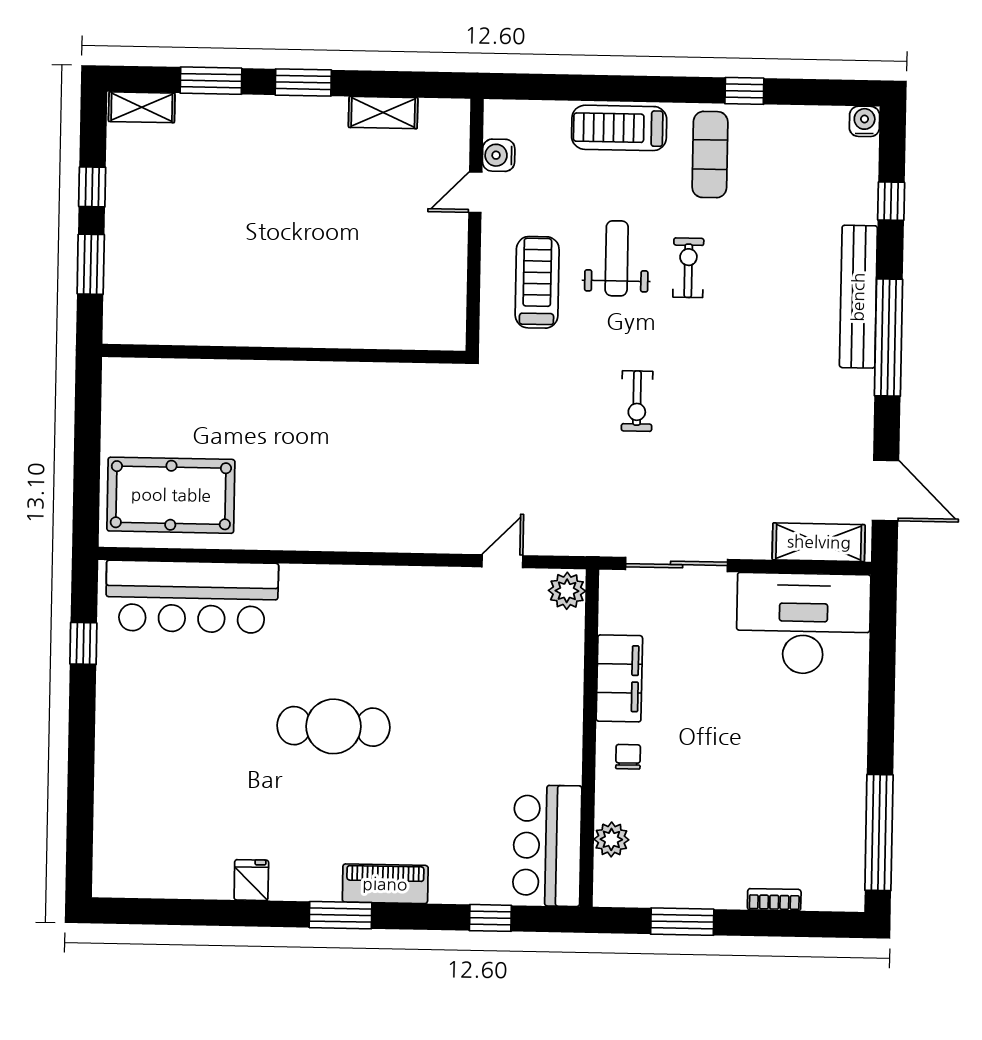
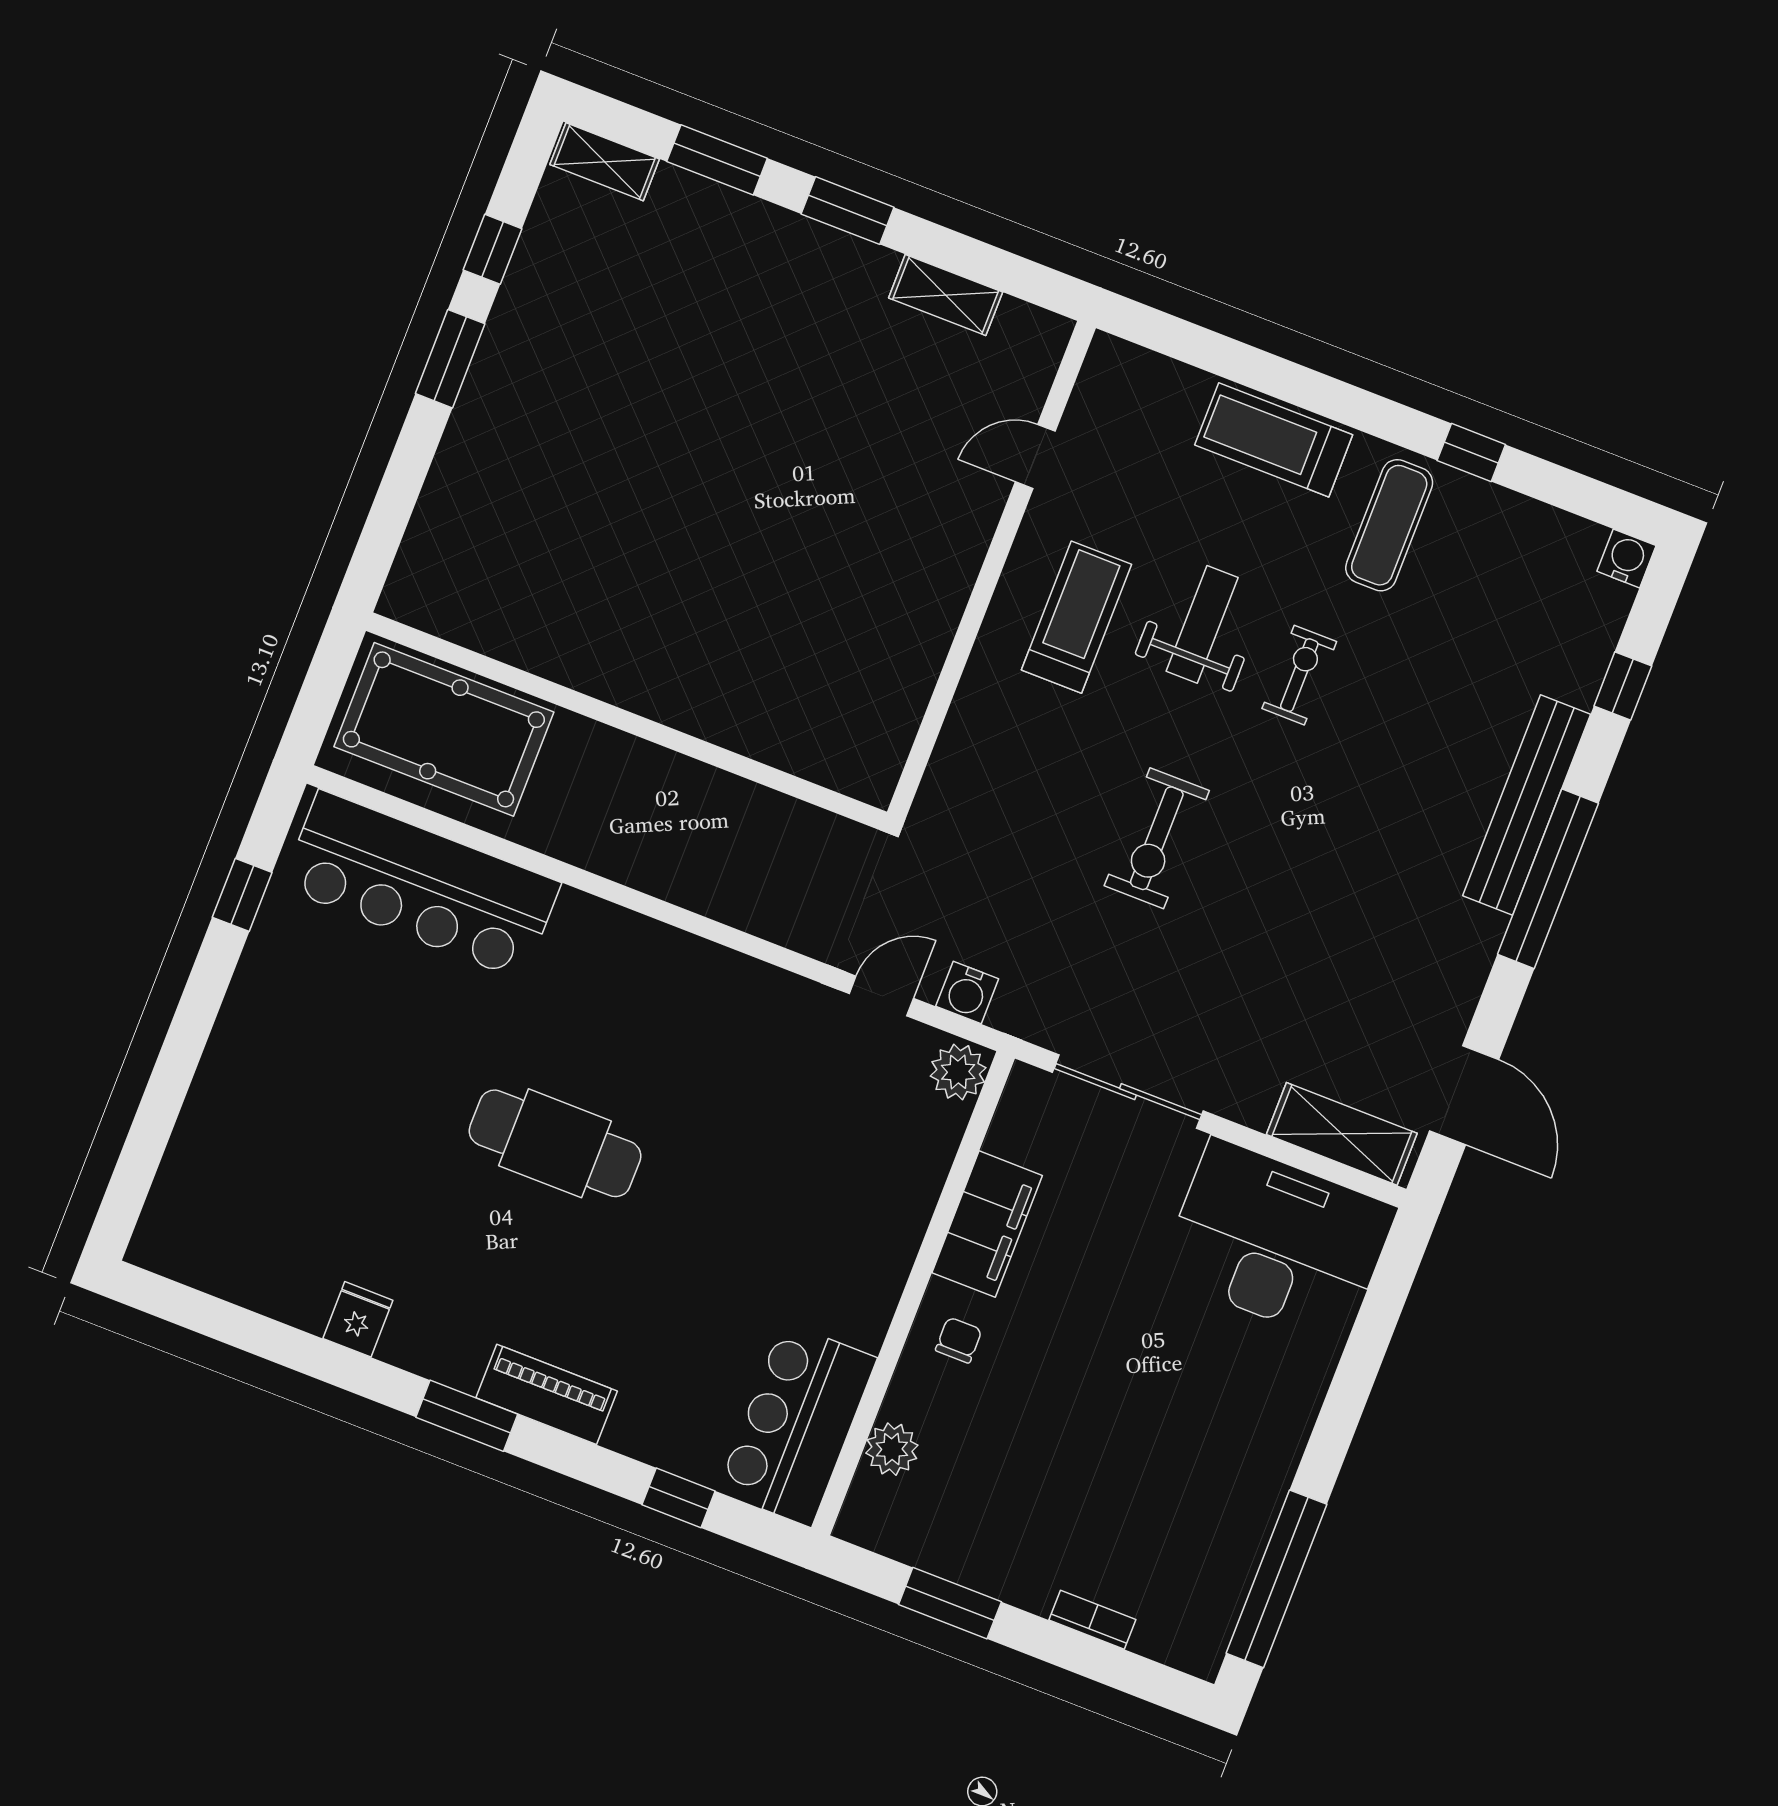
water cooler: (499, 155) -> (967, 993), moved, turned -90
wall: (284, 354) -> (626, 721), moved
exercise bike: (637, 401) -> (1157, 838), width x1.38, depth x1.39

